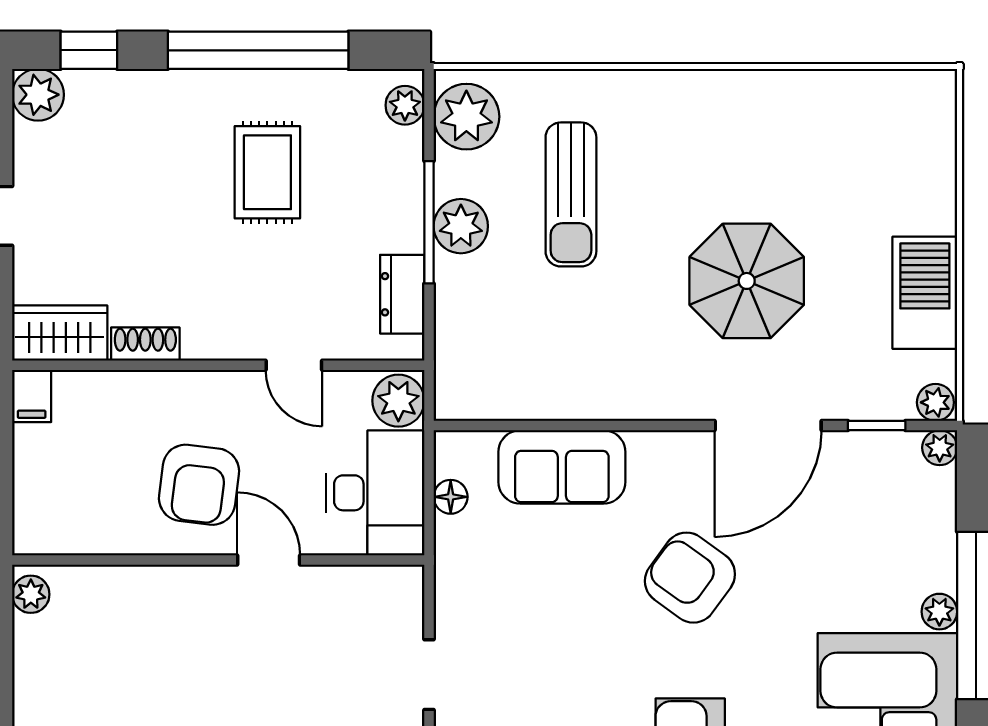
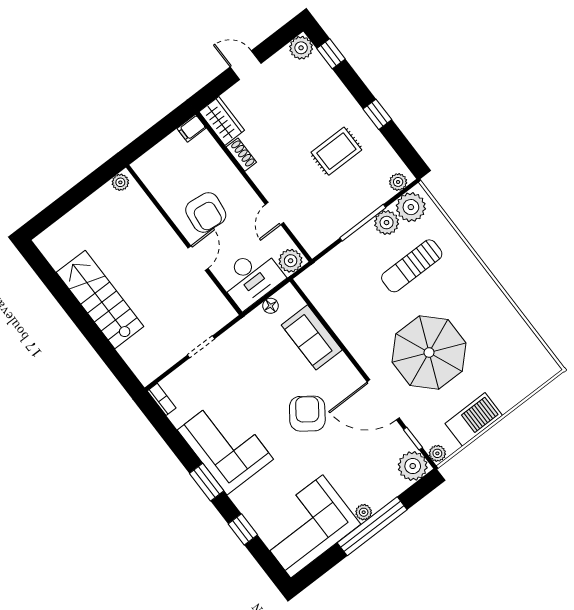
window: (258, 50) -> (377, 114), width x0.32
plant: (461, 226) -> (387, 223), moved
parasol: (747, 281) -> (429, 352), width x1.36, depth x1.36
dresser: (402, 294) -> (330, 233), removed
plant: (940, 448) -> (413, 466), width x1.87, depth x1.87
armchair: (199, 485) -> (206, 212), turned -90

